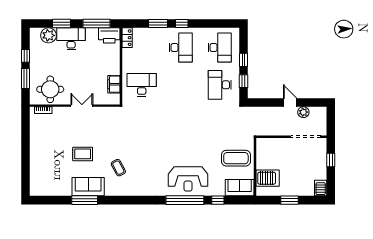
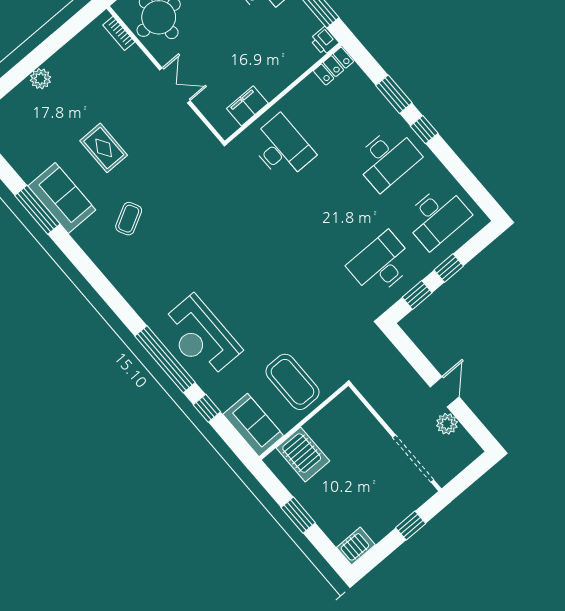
printer: (109, 35) -> (324, 41), width x0.53, depth x0.68
plant: (35, 156) -> (41, 79), added

